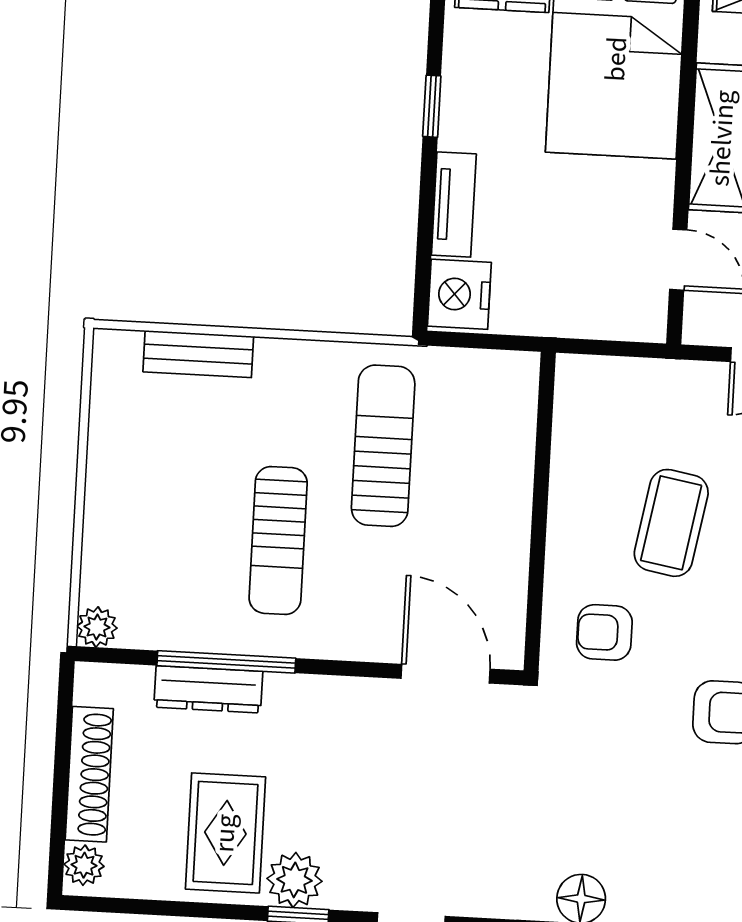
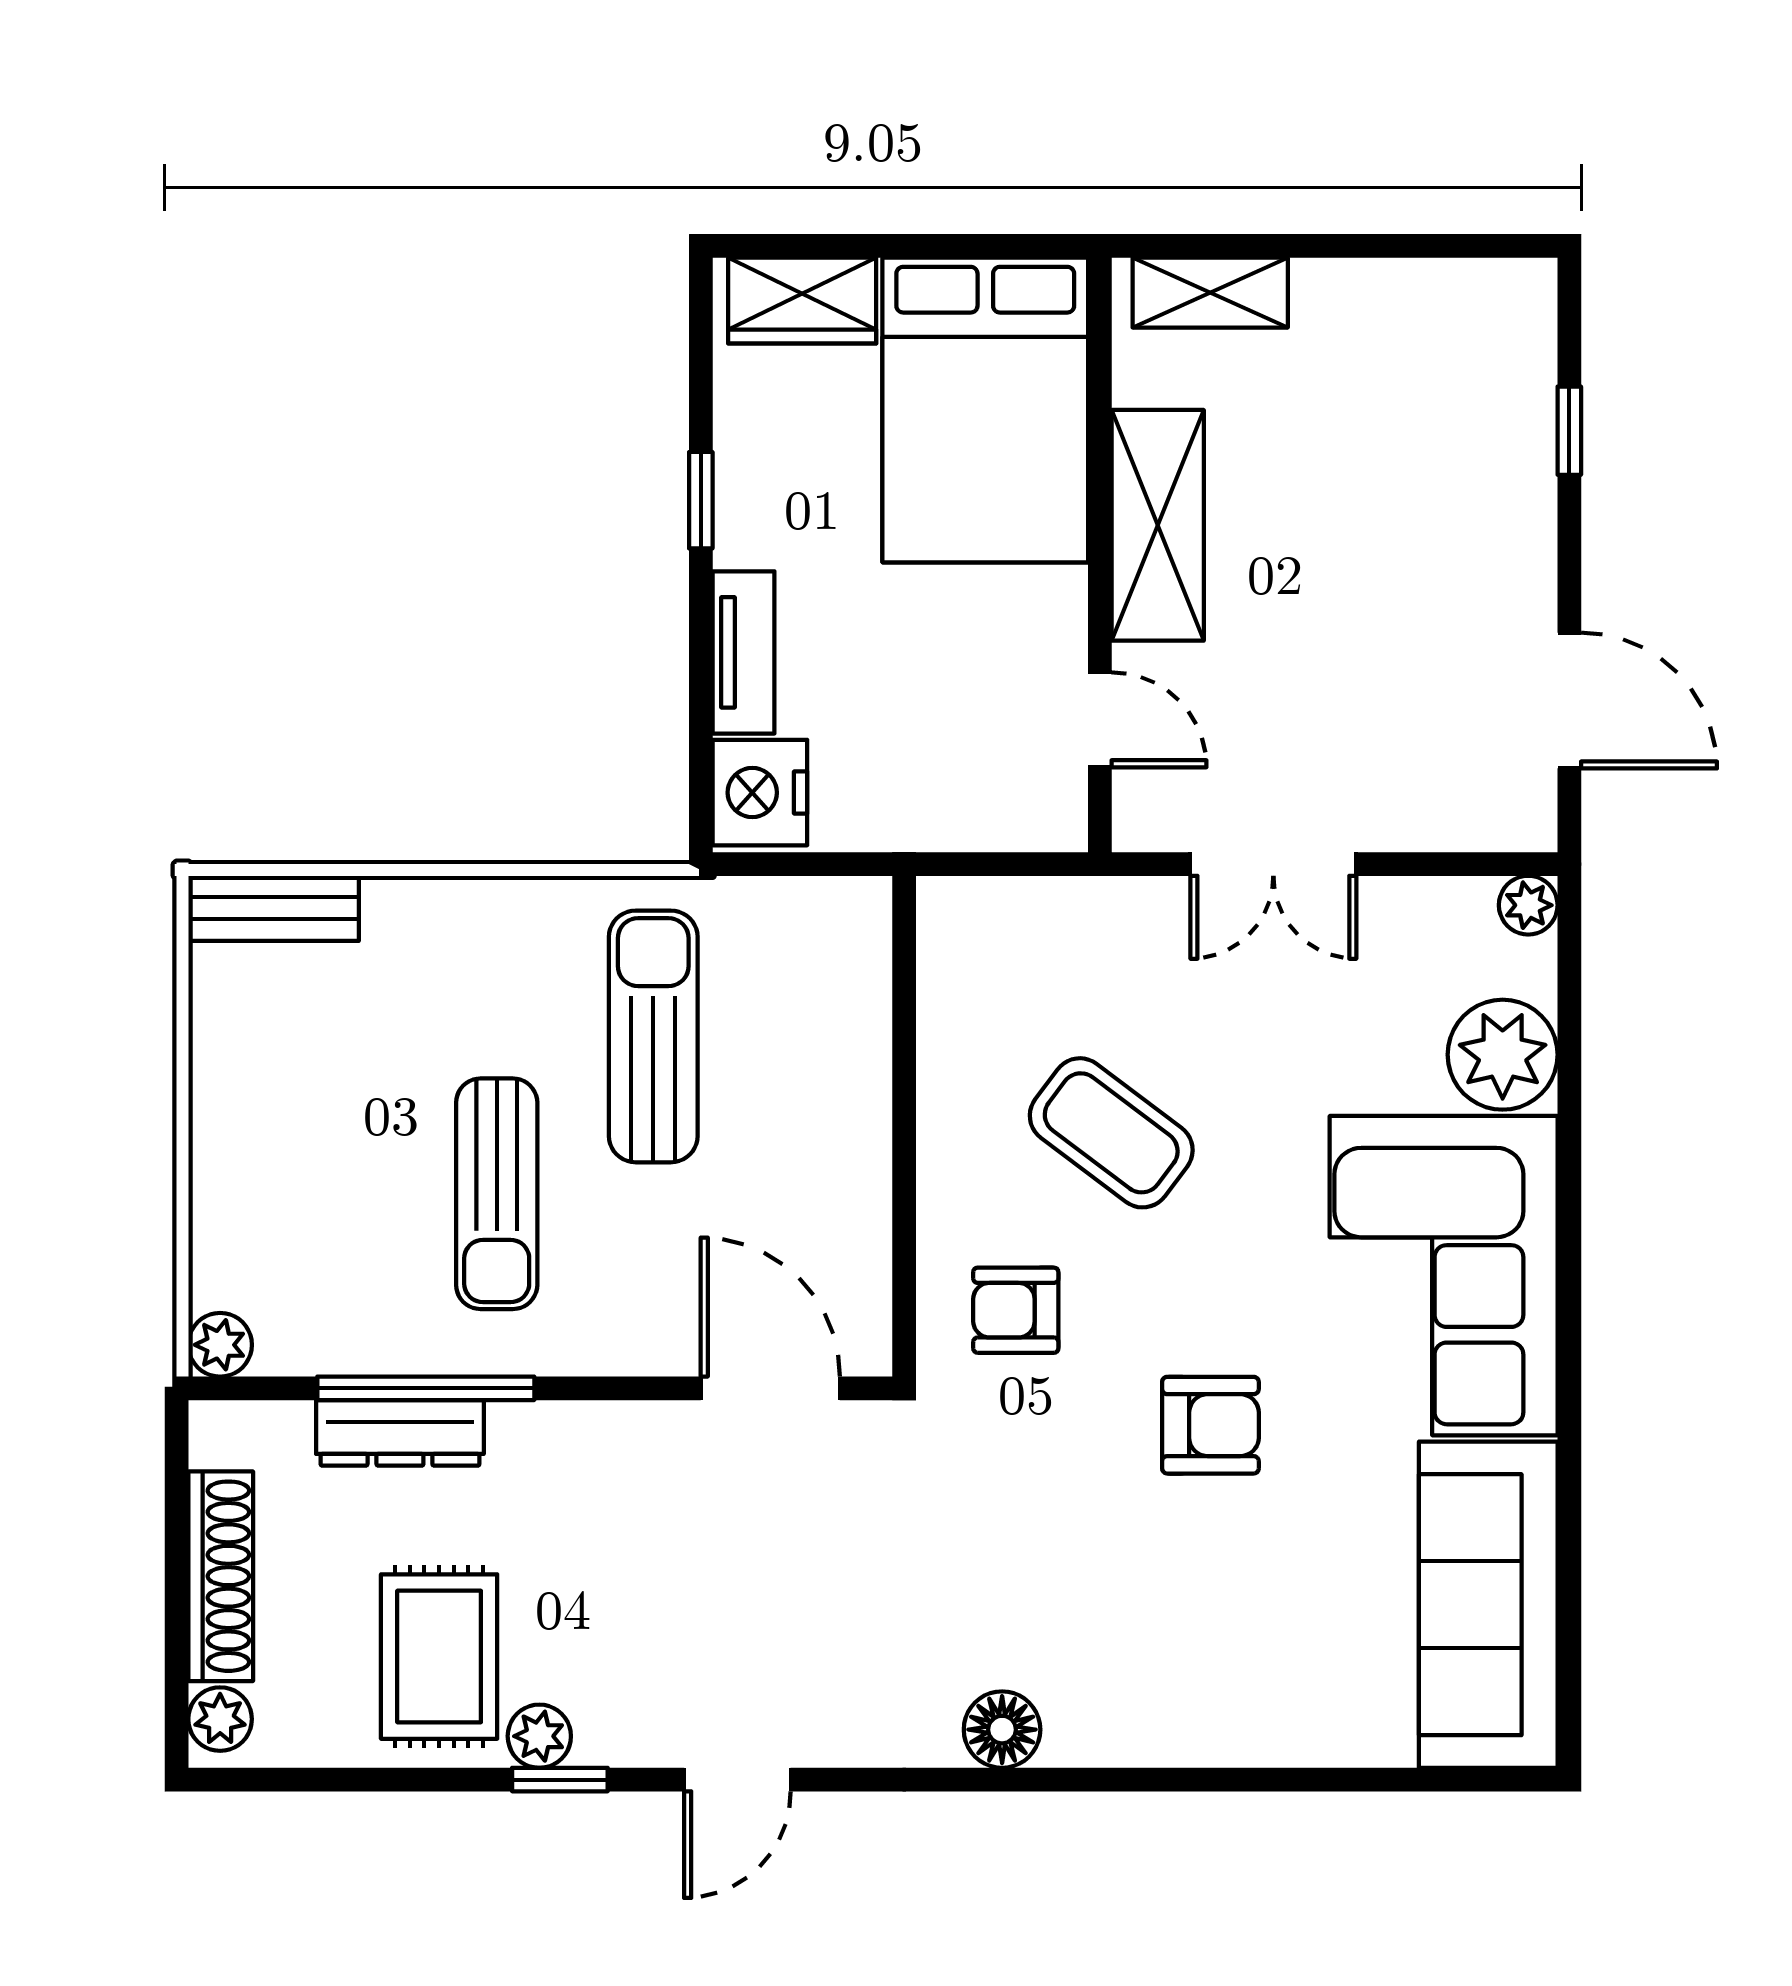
bench: (198, 354) -> (274, 908), moved
coffee table: (671, 523) -> (1111, 1133), turned -63
plant: (294, 880) -> (539, 1736), width x0.73, depth x0.73

